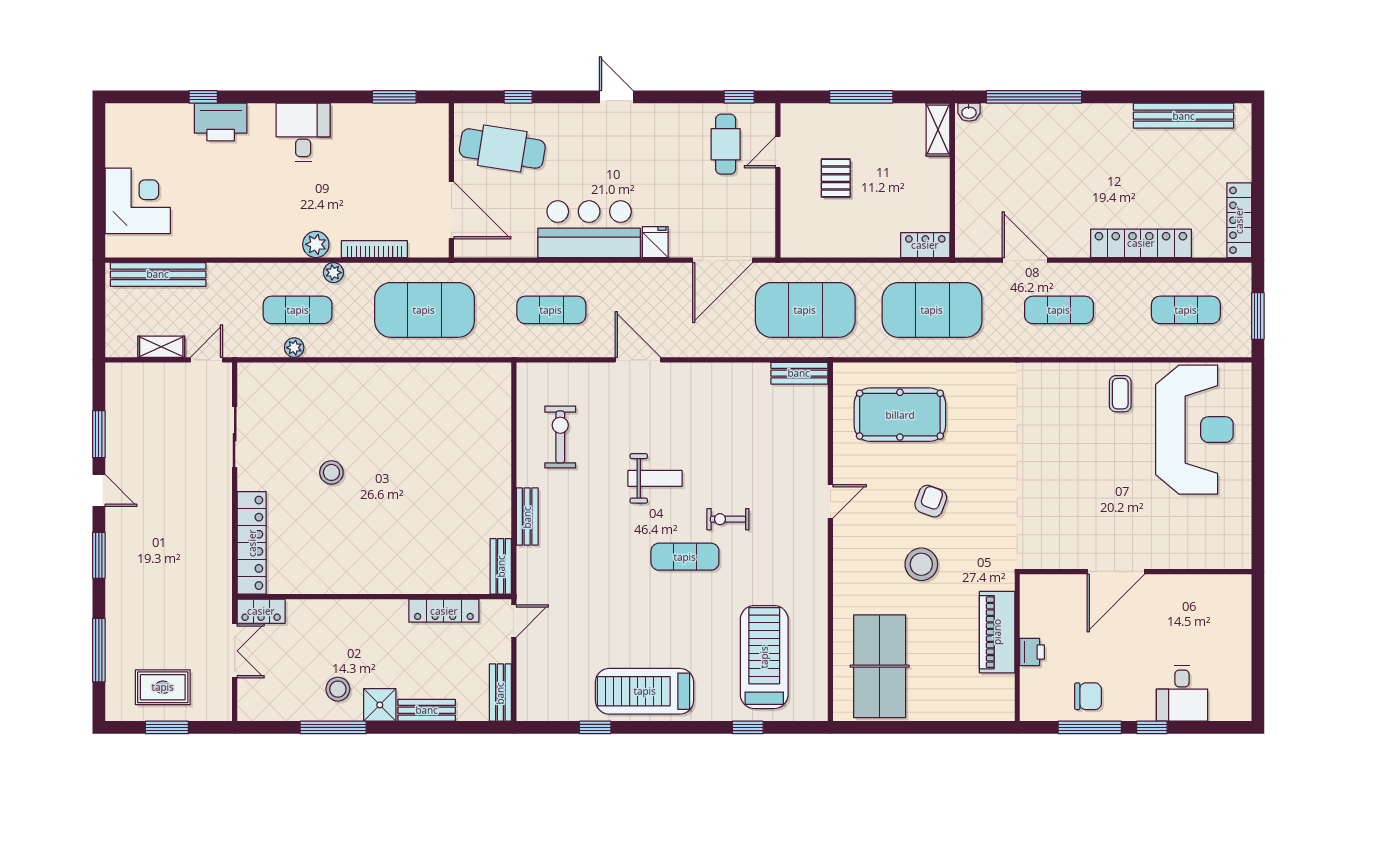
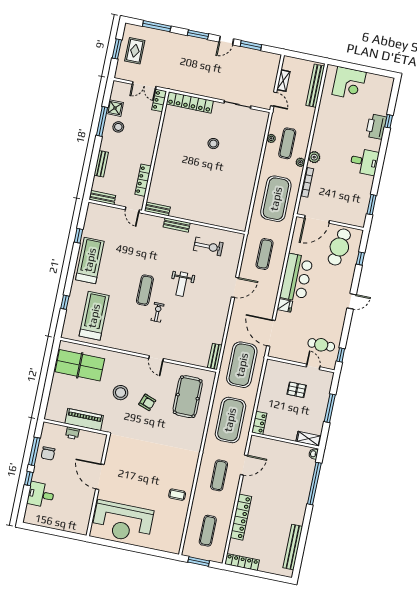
reception desk: (1194, 430) -> (123, 522), moved
treadmill: (764, 657) -> (94, 316), turned -90
shower: (380, 705) -> (115, 108), moved

